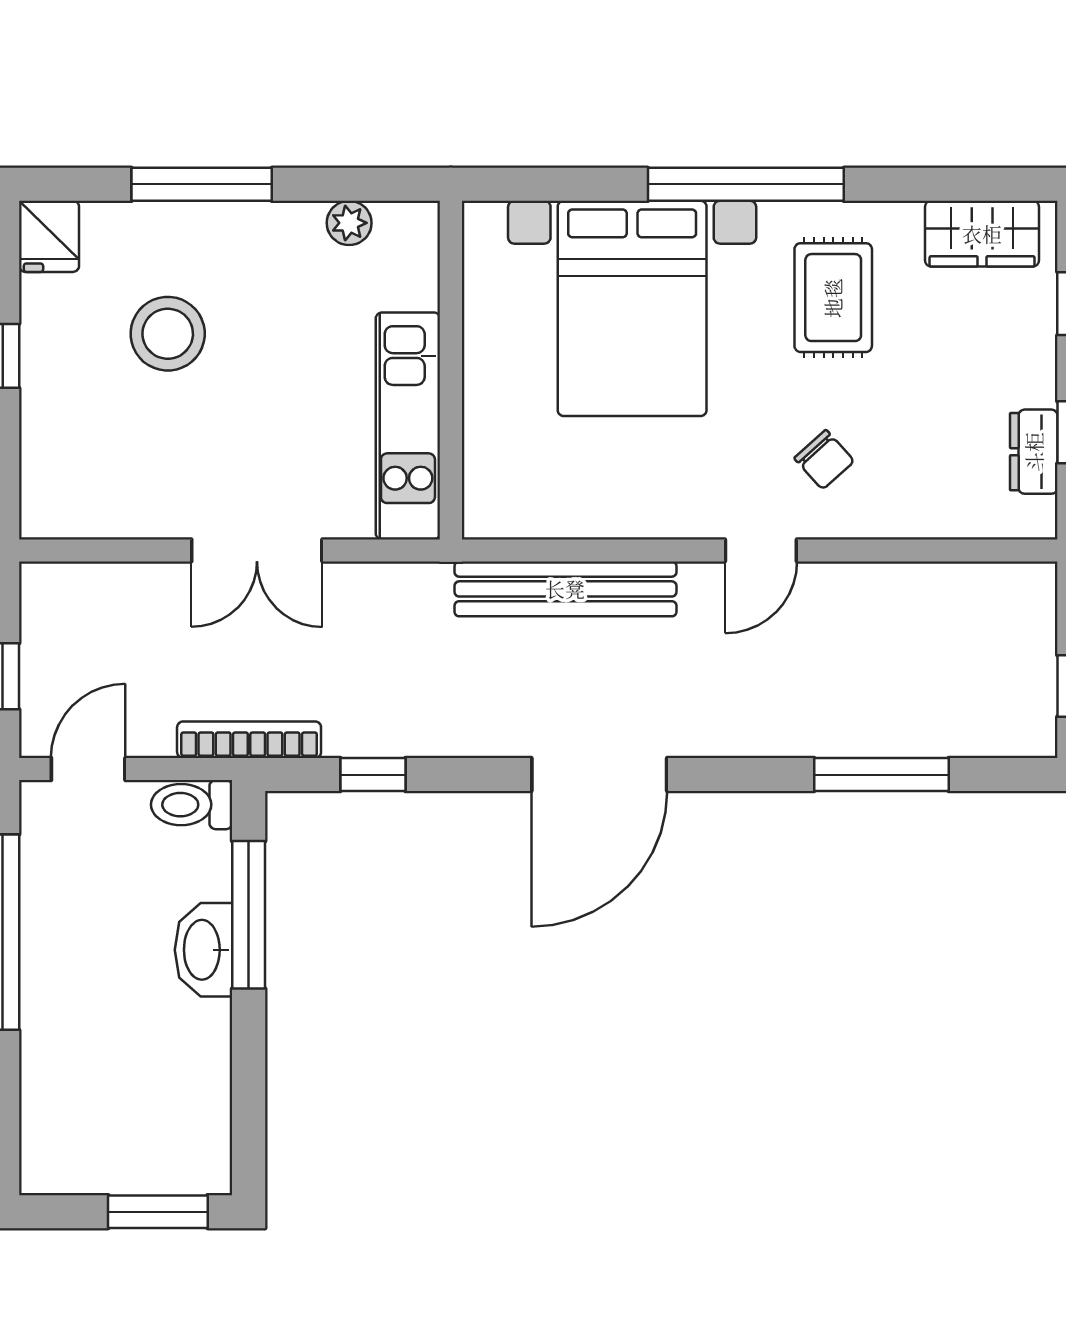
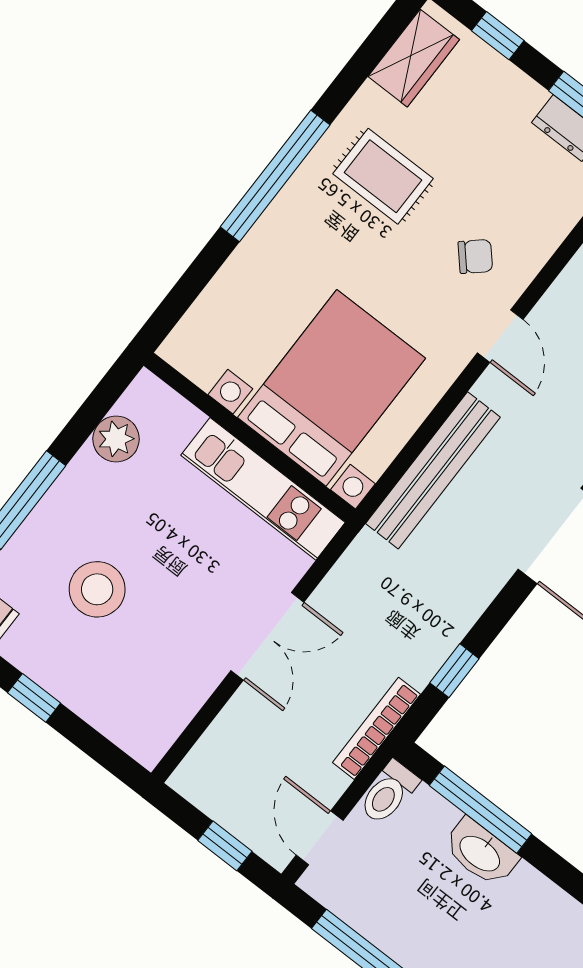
plant: (349, 223) -> (116, 439), width x1.38, depth x1.38
bed with nightstands: (632, 308) -> (331, 388), moved, turned -90

